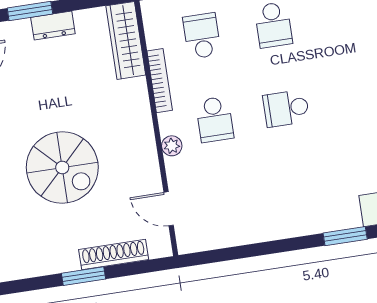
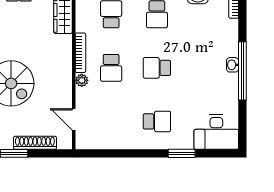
bookcase: (160, 81) -> (80, 53), moved
school desk: (299, 192) -> (157, 121), added

